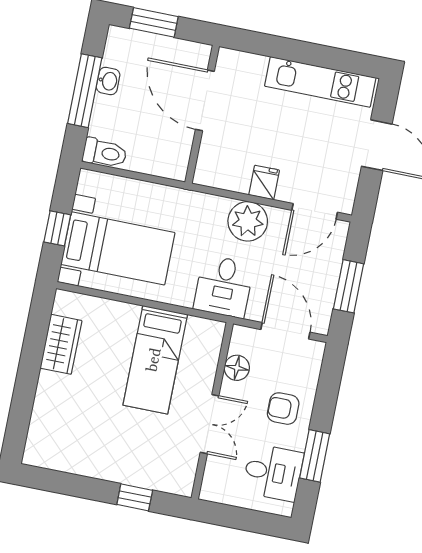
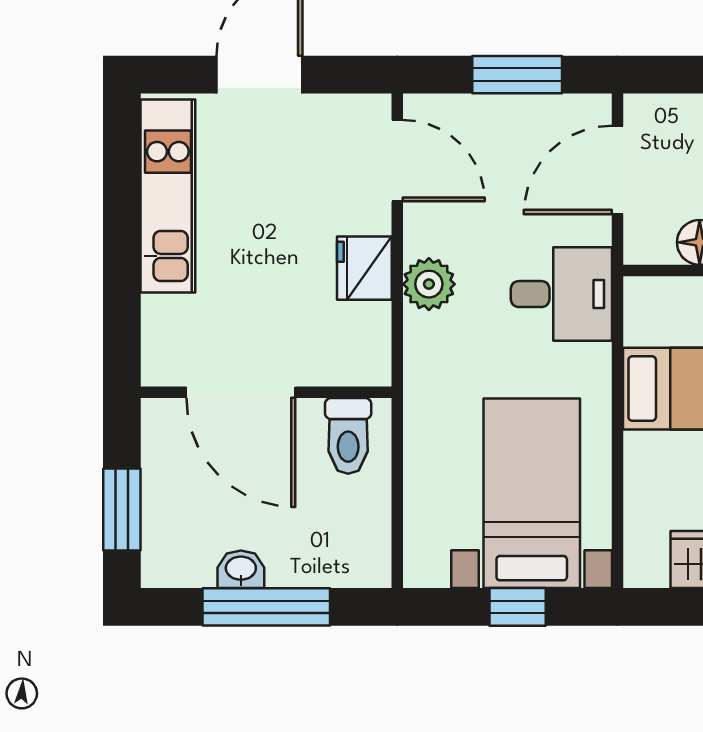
door: (205, 100) -> (241, 392), hinge flipped
toilet: (105, 153) -> (348, 436), moved, turned 180
fridge: (264, 182) -> (364, 268), width x1.38
plant: (248, 221) -> (429, 284), width x0.73, depth x0.73

